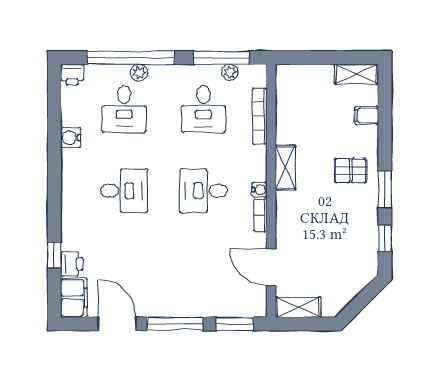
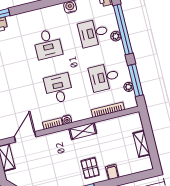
shelving: (357, 74) -> (141, 144), moved
filing cabinet: (366, 115) -> (112, 172), moved

